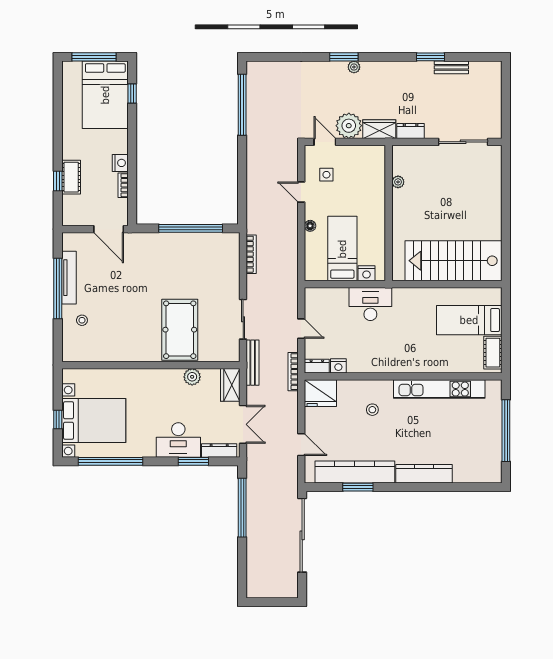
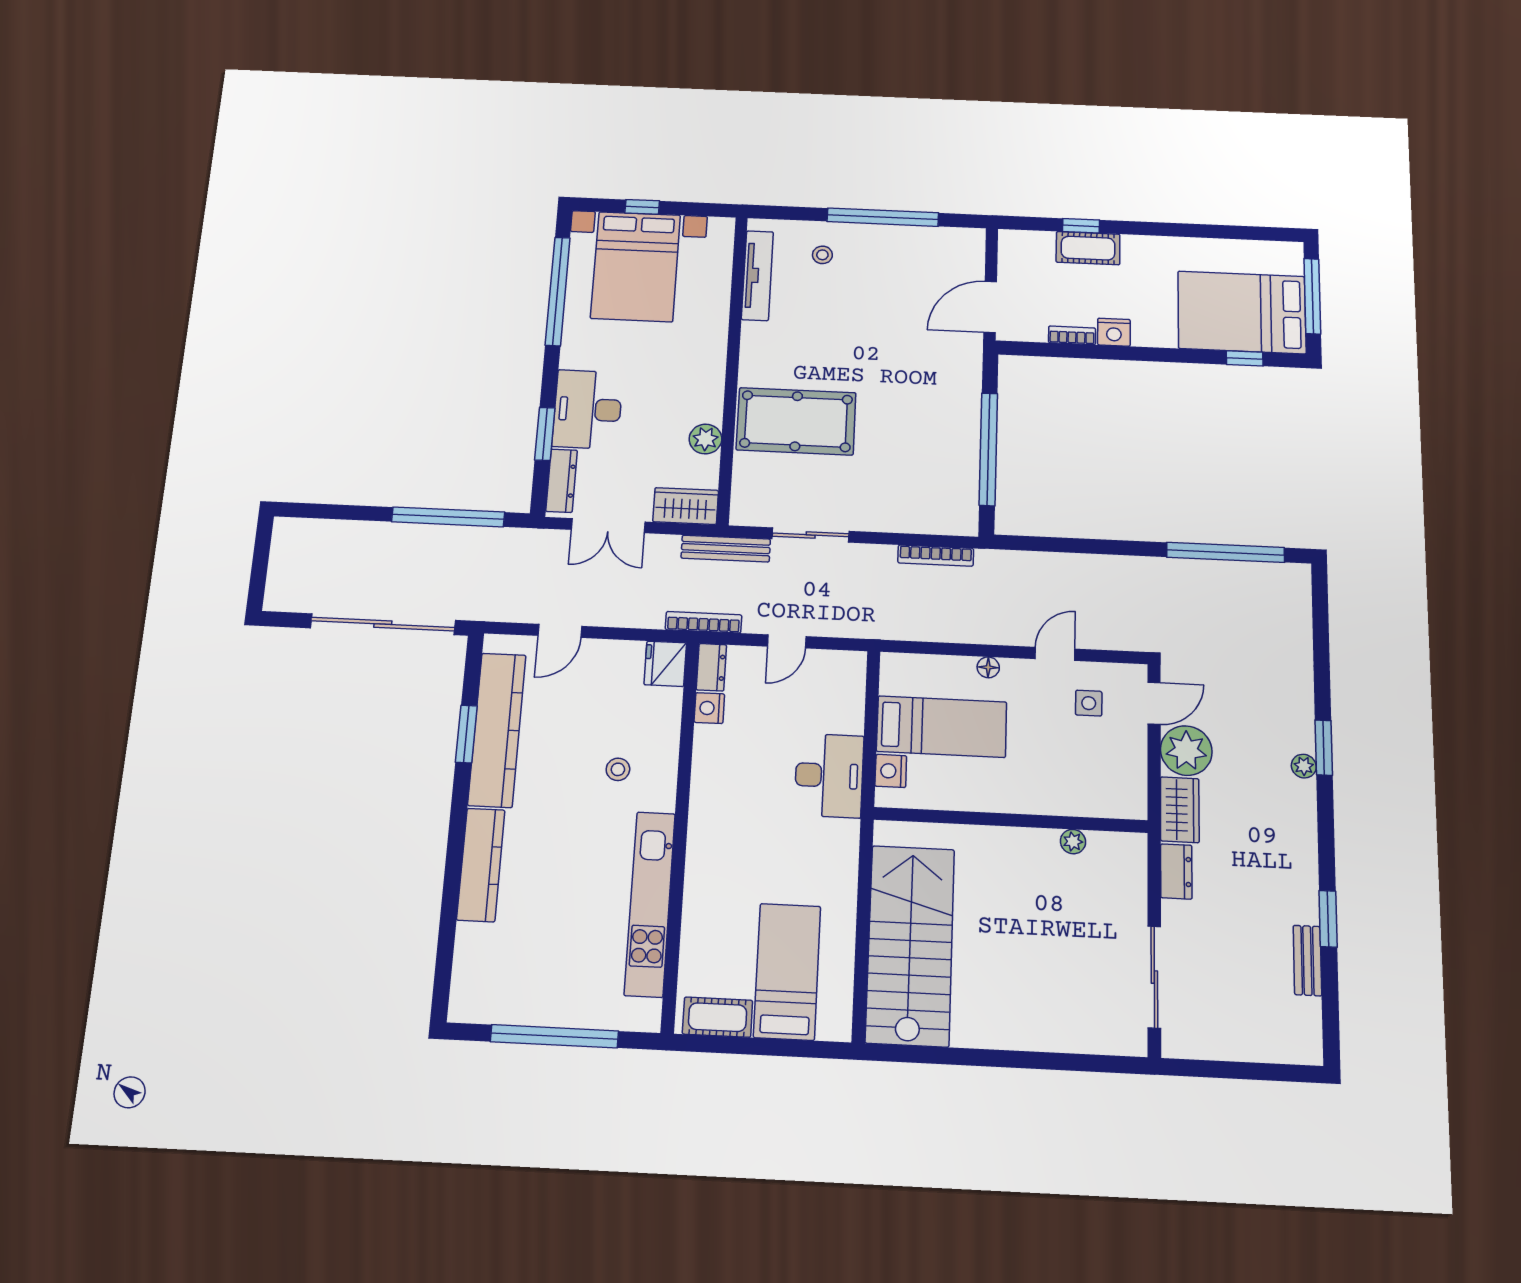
tv unit: (69, 278) -> (757, 276), moved, turned -90
fridge: (320, 393) -> (665, 664), width x0.73, depth x0.75

